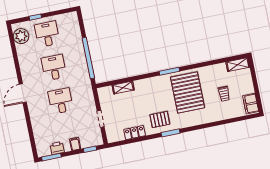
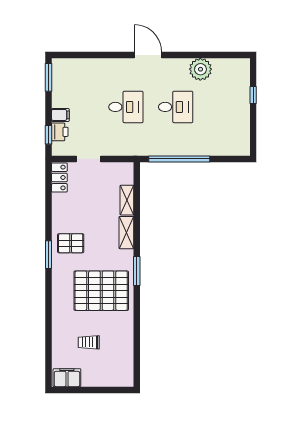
desk: (47, 34) -> (225, 107), removed
plant: (21, 36) -> (200, 69), moved
shelving: (238, 65) -> (126, 233), moved
pallet: (160, 119) -> (71, 243), turned 90
locker: (135, 133) -> (59, 177), moved
printer: (57, 148) -> (60, 132), moved

